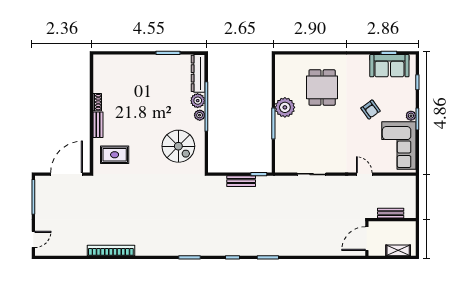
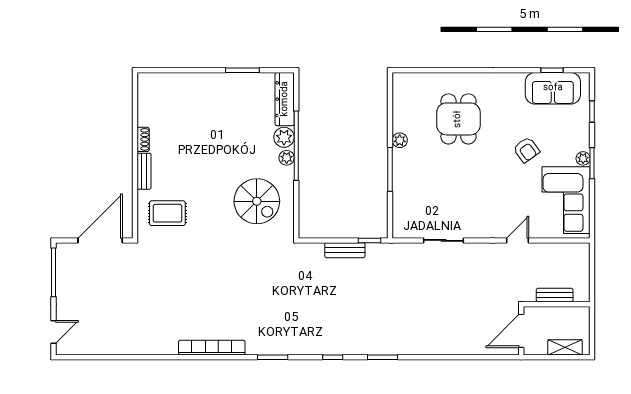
plant: (285, 107) -> (400, 140), width x0.53, depth x0.53
door: (364, 174) -> (518, 240), hinge flipped
bookcase: (111, 251) -> (212, 348), moved

